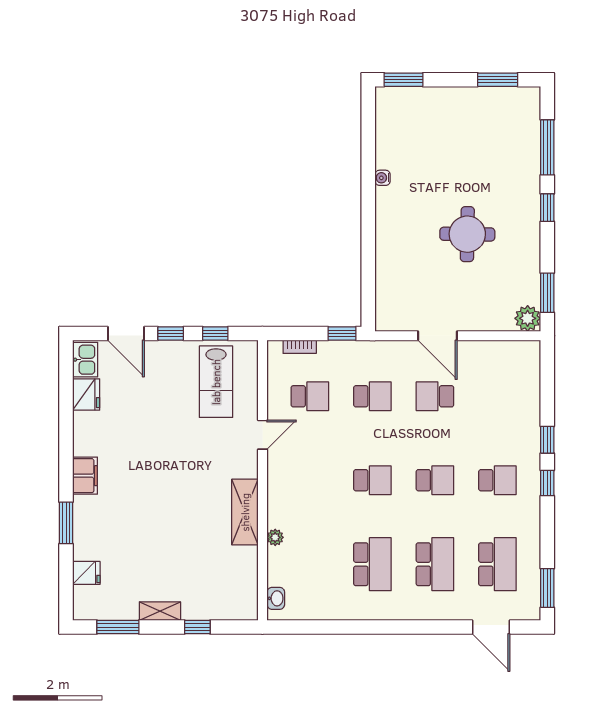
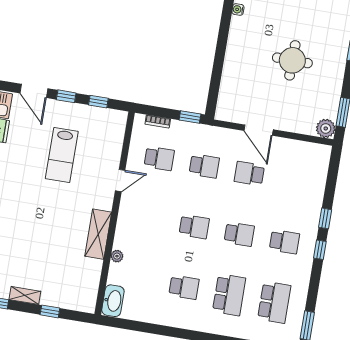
lab bench: (216, 382) -> (62, 155), moved
school desk: (372, 564) -> (184, 287), width x0.54
washbasin: (276, 598) -> (113, 301), width x1.91, depth x1.45

